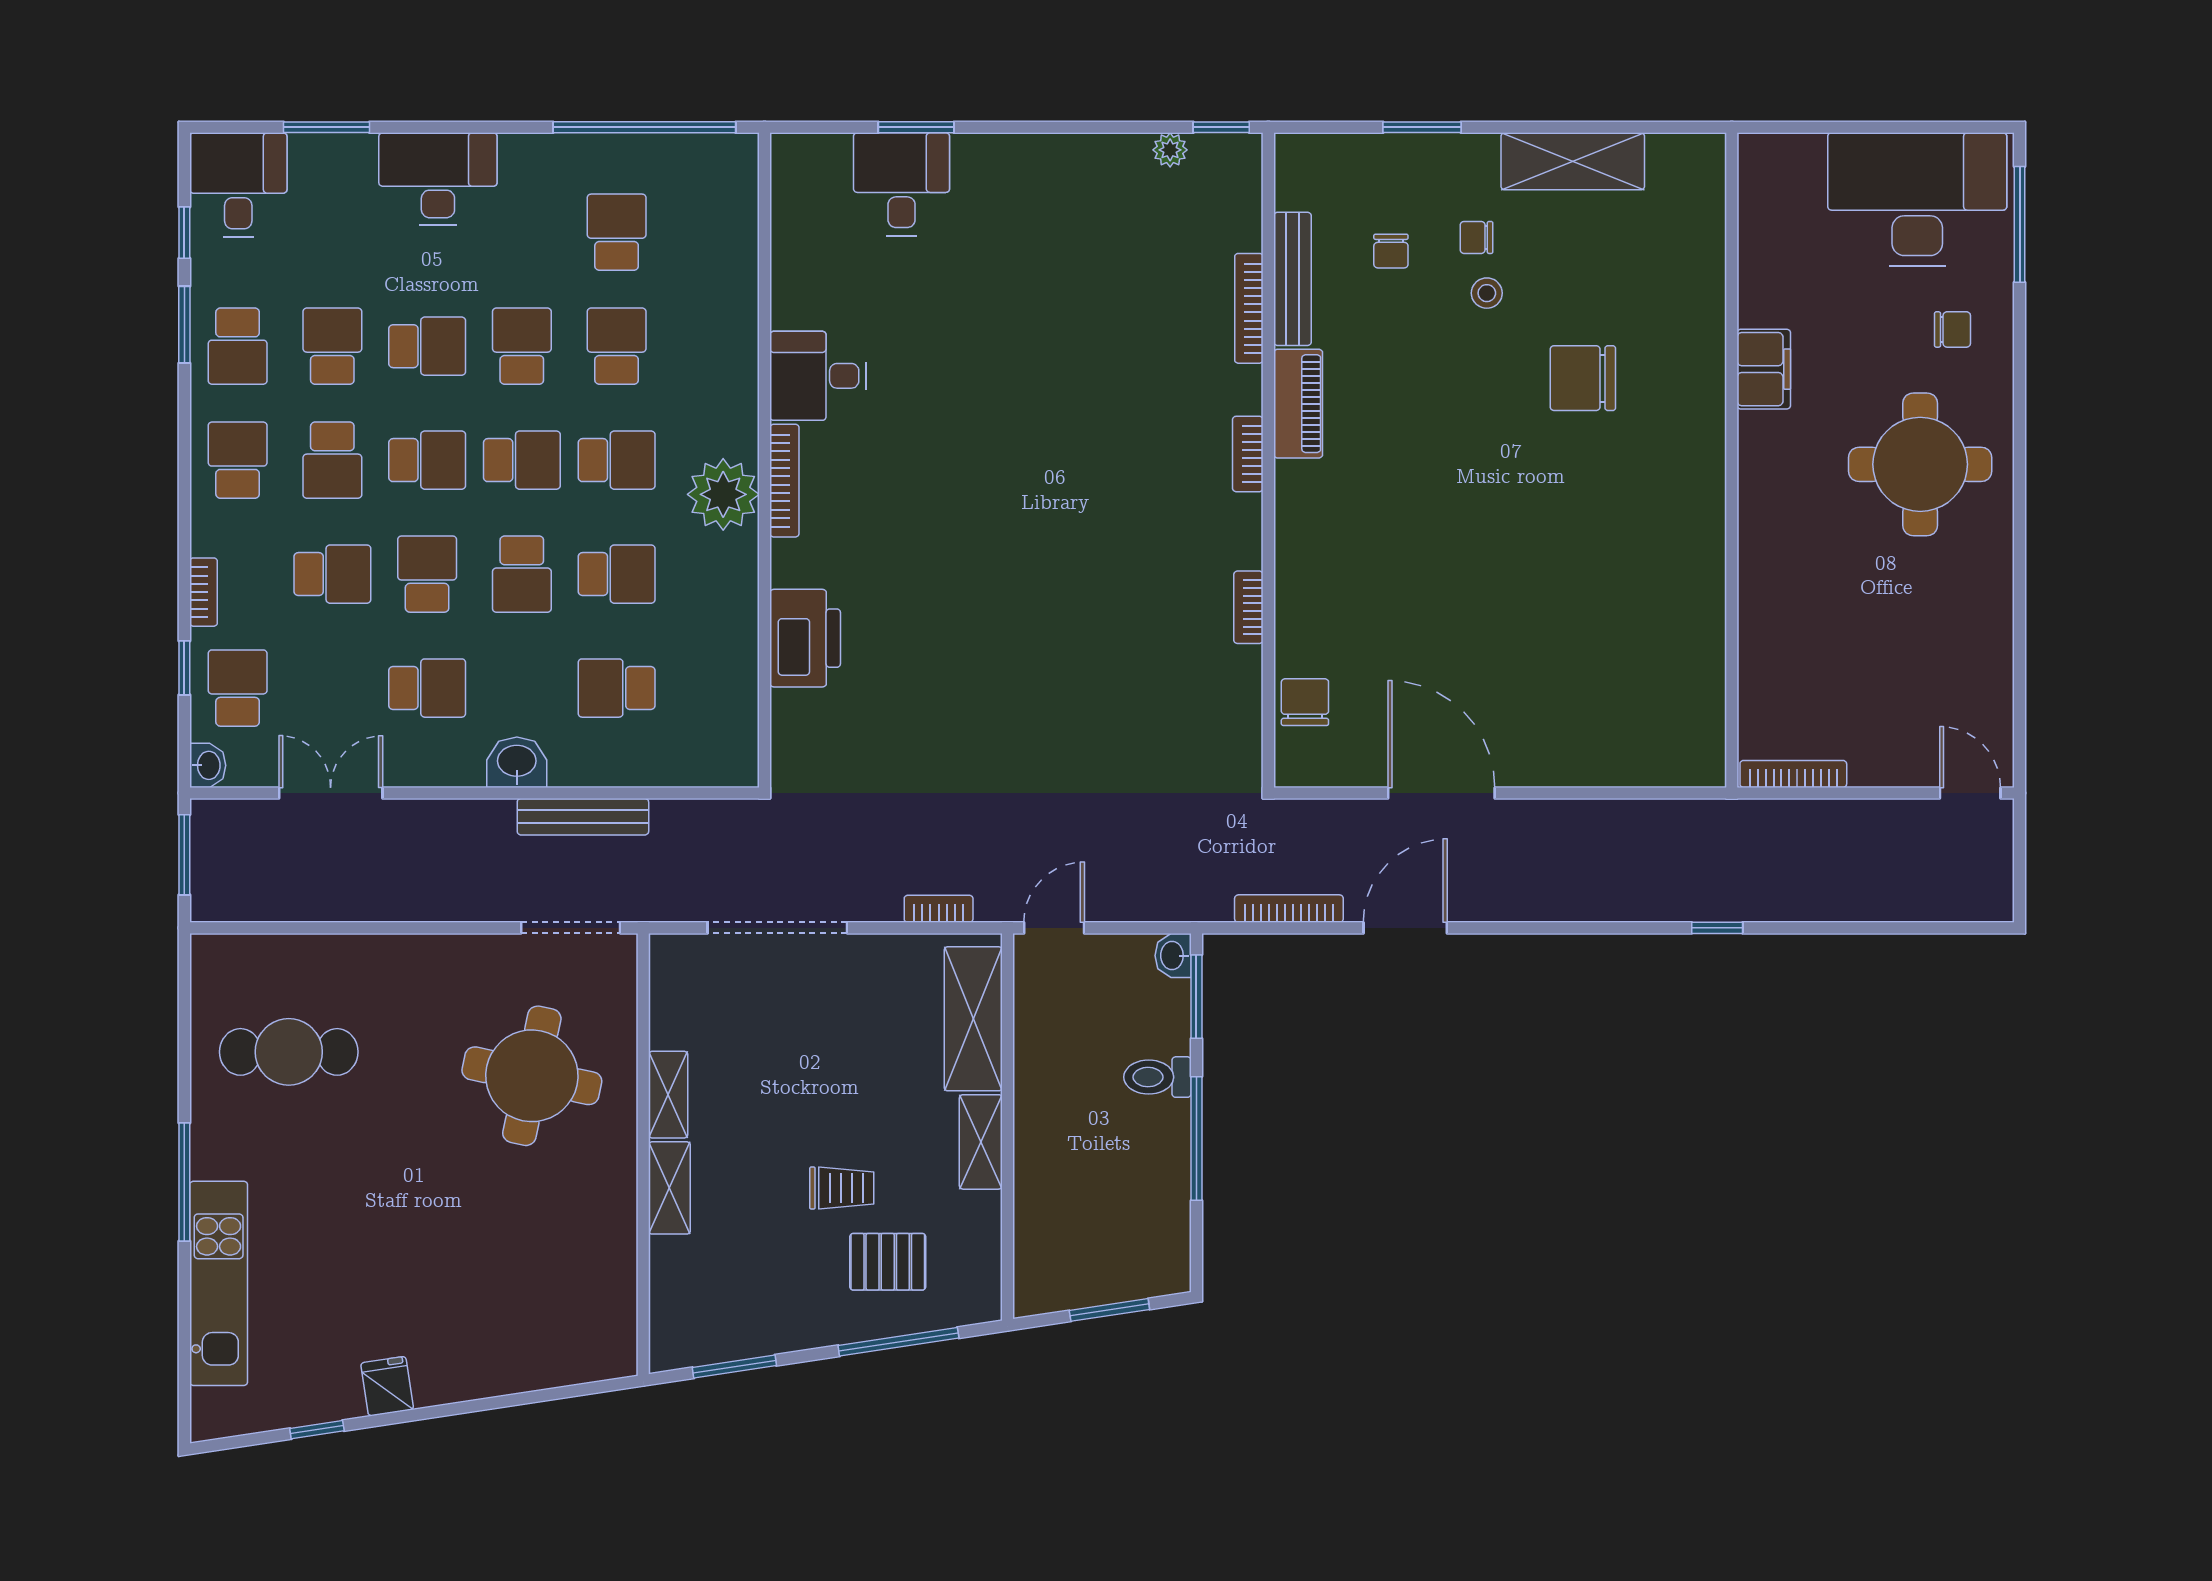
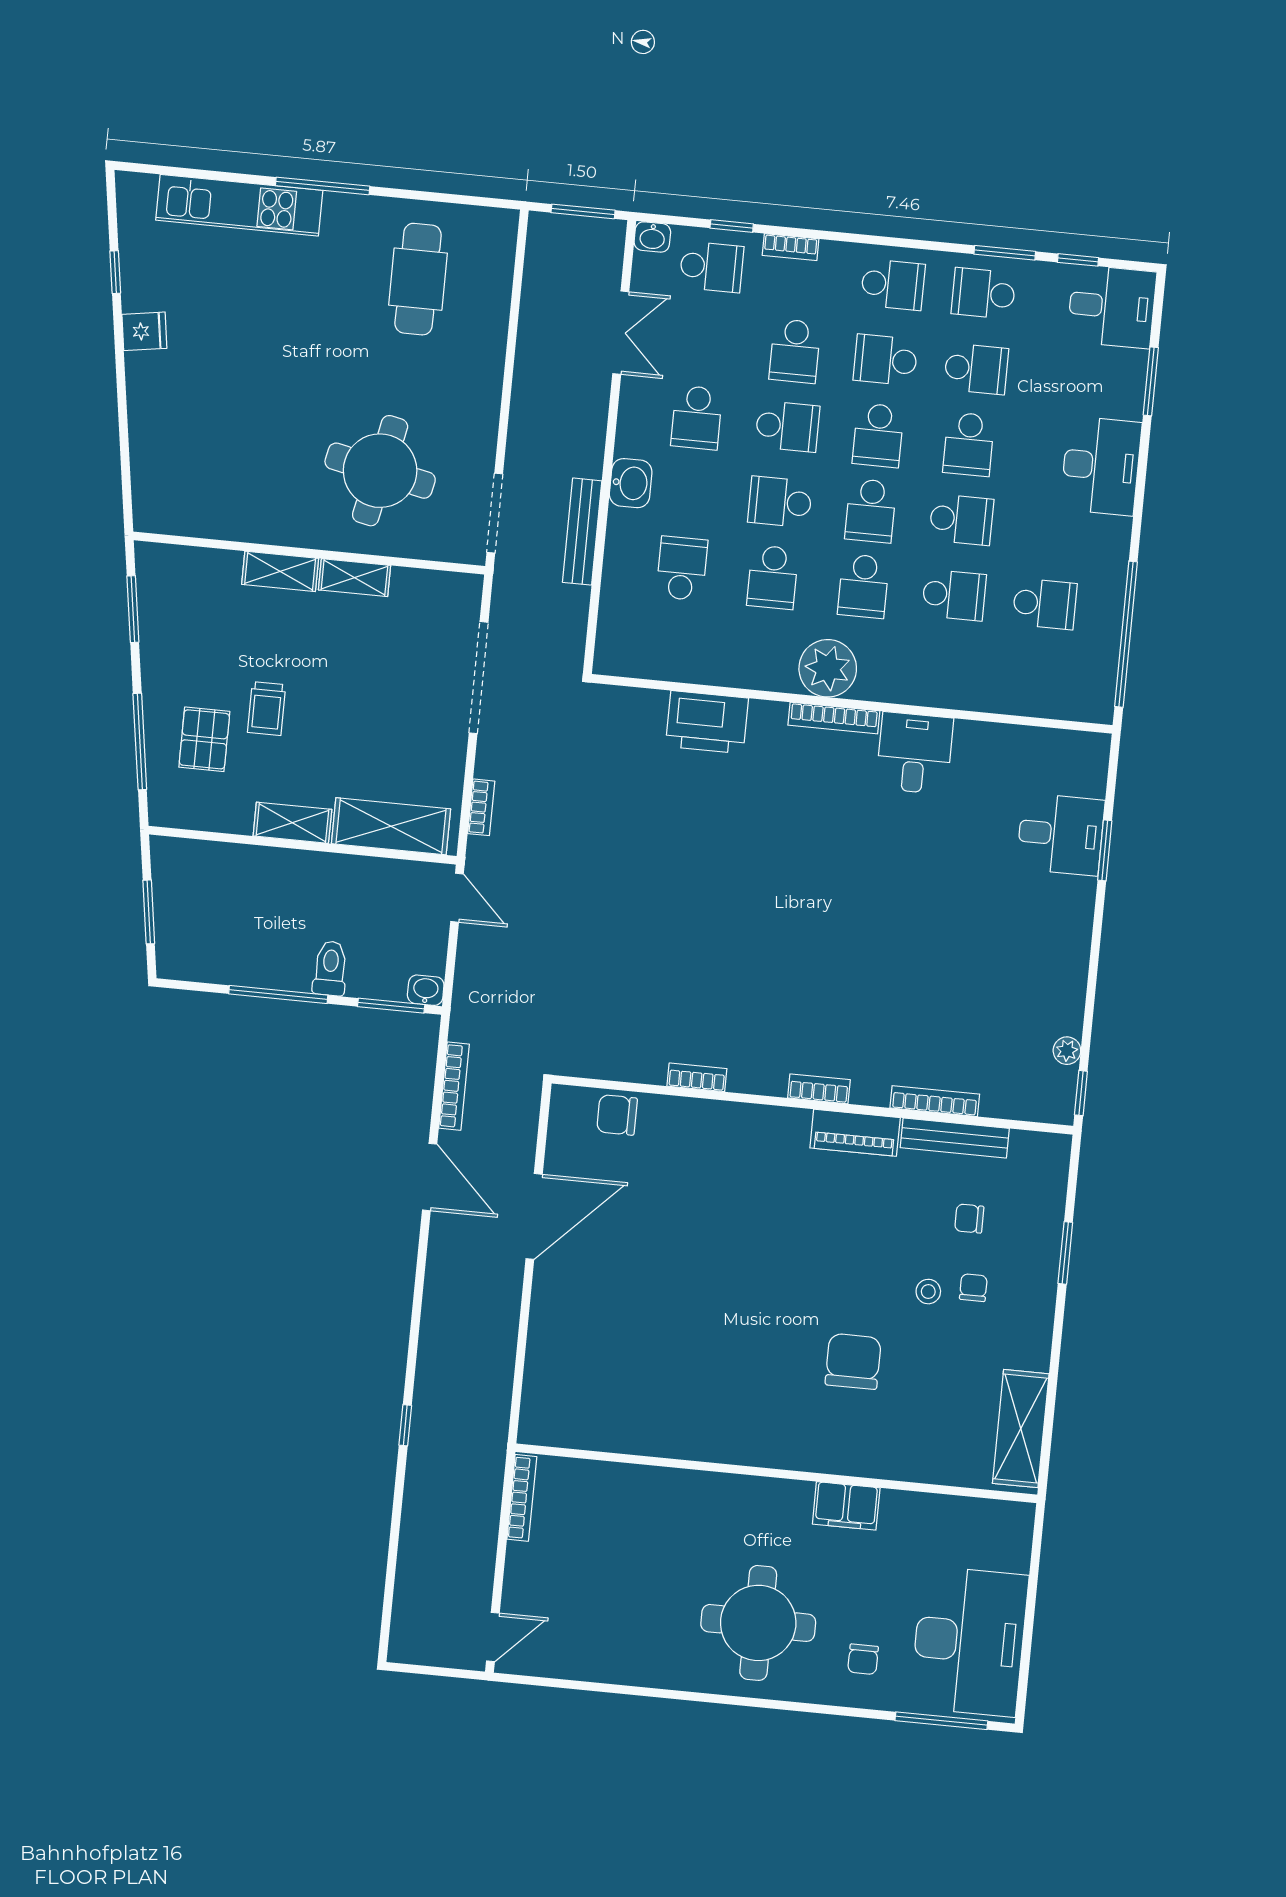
shelving: (1573, 161) -> (1021, 1429), moved
chair: (1305, 702) -> (617, 1115), turned 180

